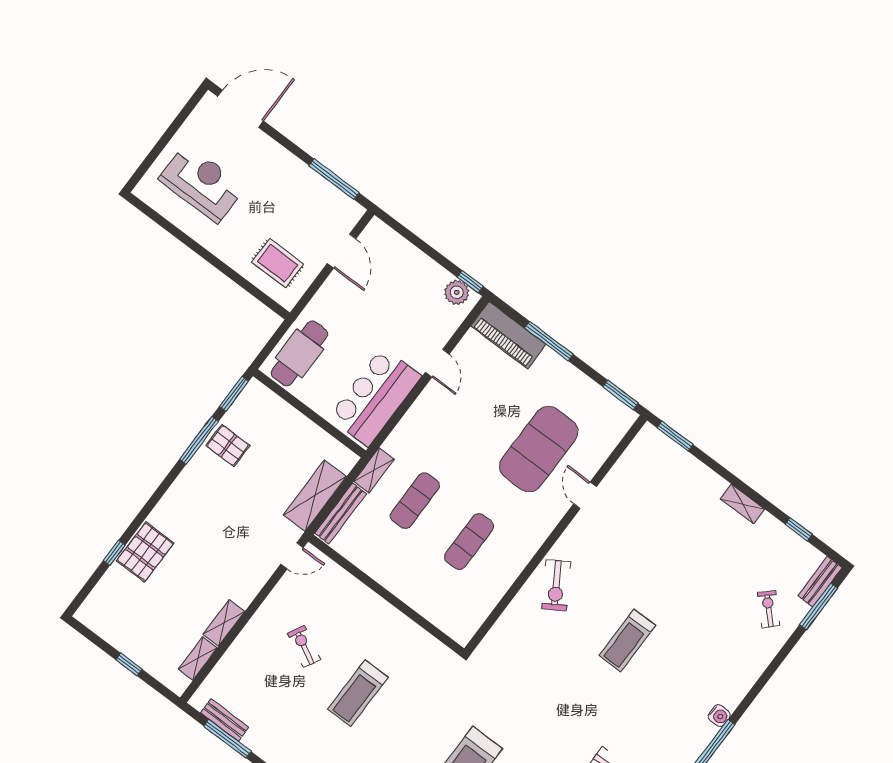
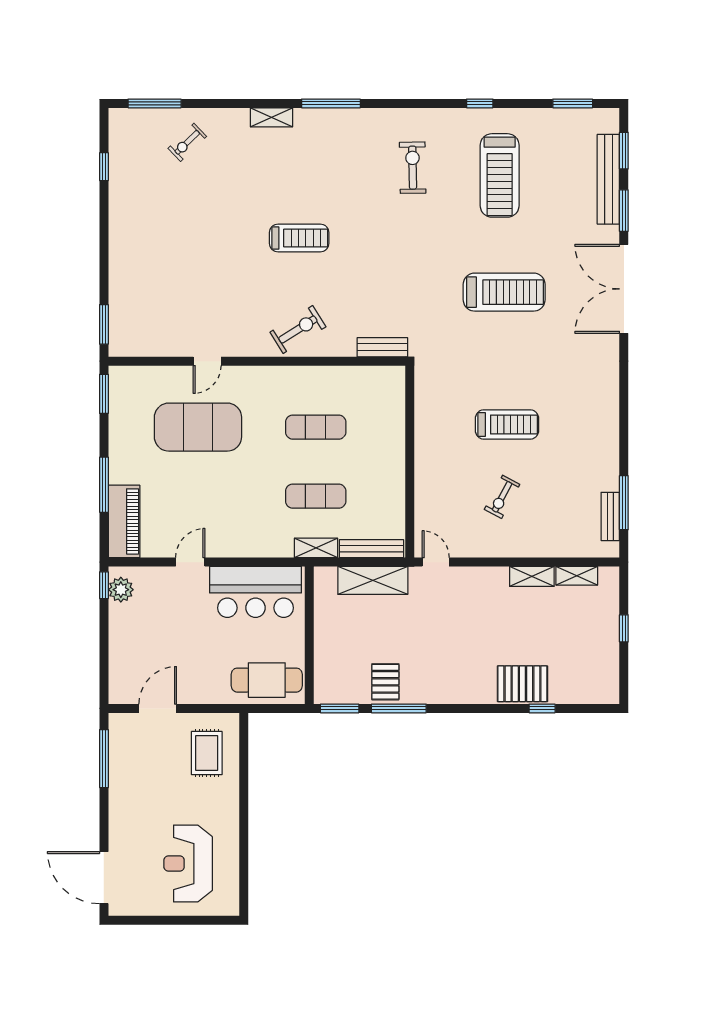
shelving: (742, 504) -> (272, 117), moved, turned 90
bench: (820, 582) -> (382, 347), moved
water cooler: (719, 716) -> (304, 117), removed

